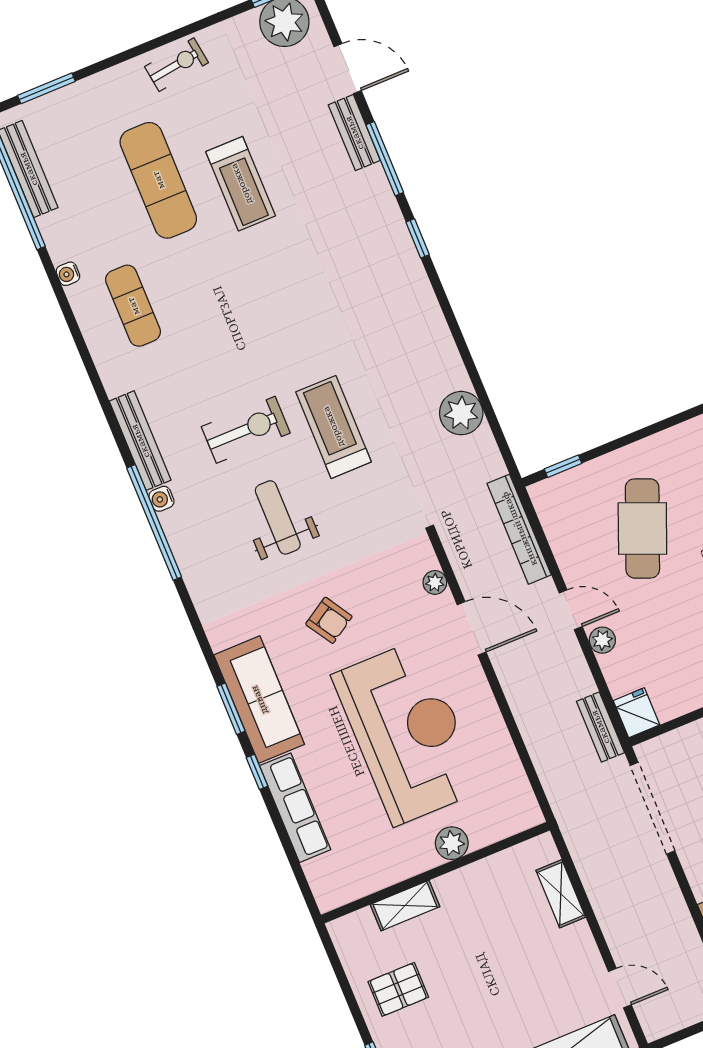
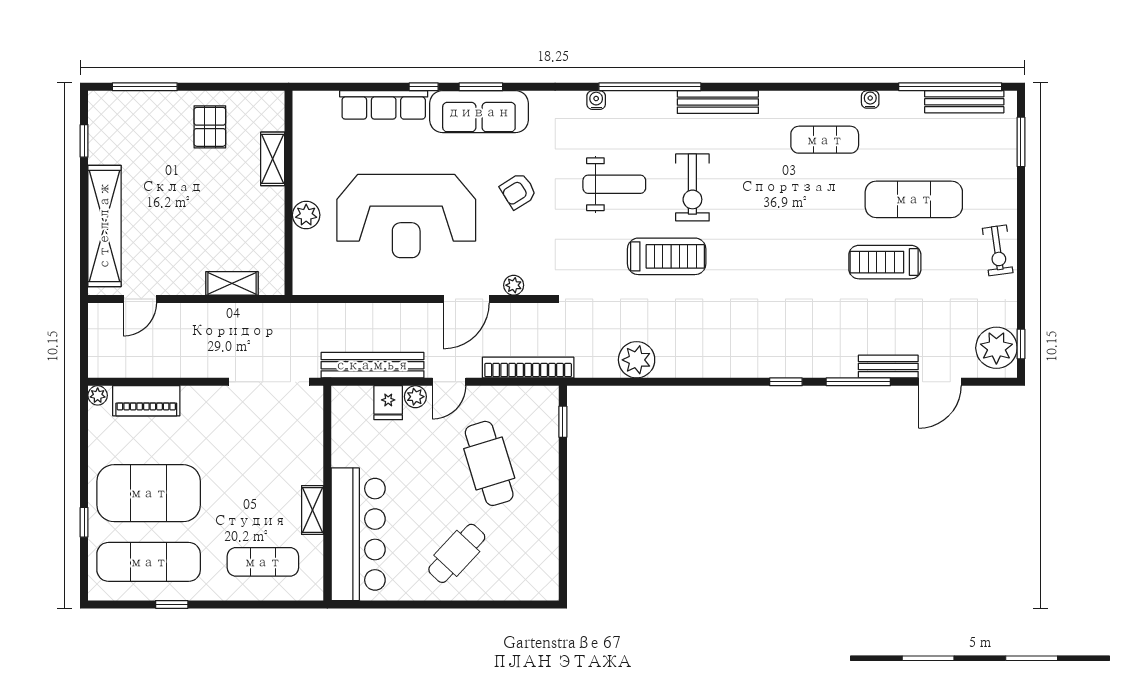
water cooler: (161, 499) -> (596, 100), moved
cafe table: (642, 528) -> (489, 463), turned 51
fridge: (636, 713) -> (388, 403), moved, turned 90
bench: (600, 727) -> (372, 365), width x1.86, depth x1.21

